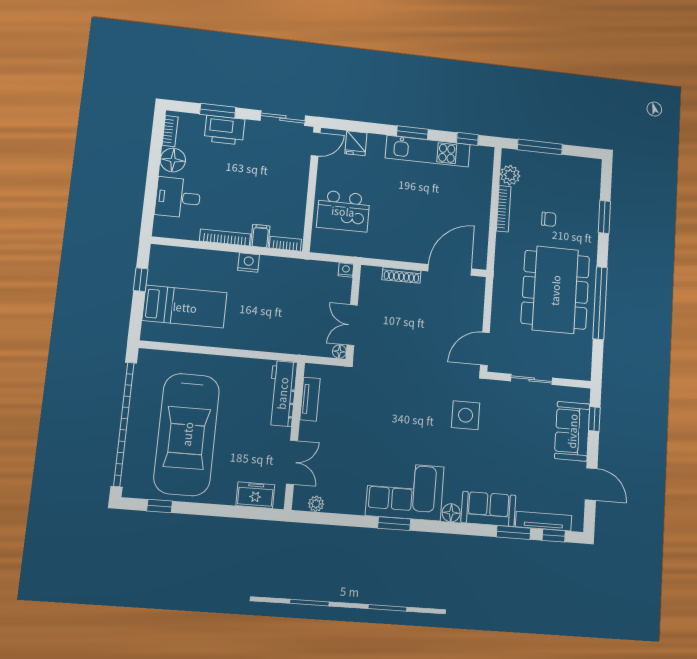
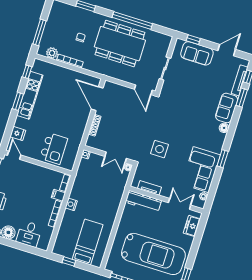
side table: (466, 415) -> (159, 149), moved
corner sofa: (405, 491) -> (201, 170), moved

